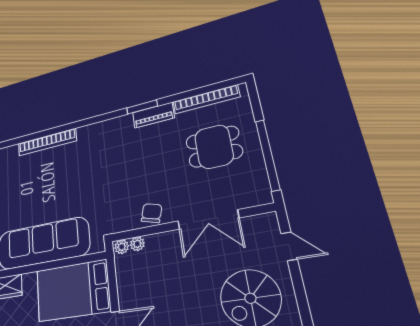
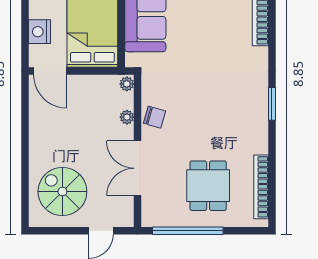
window: (142, 107) -> (272, 104), moved
piano: (153, 115) -> (259, 132), removed
plant: (137, 244) -> (127, 117), moved

